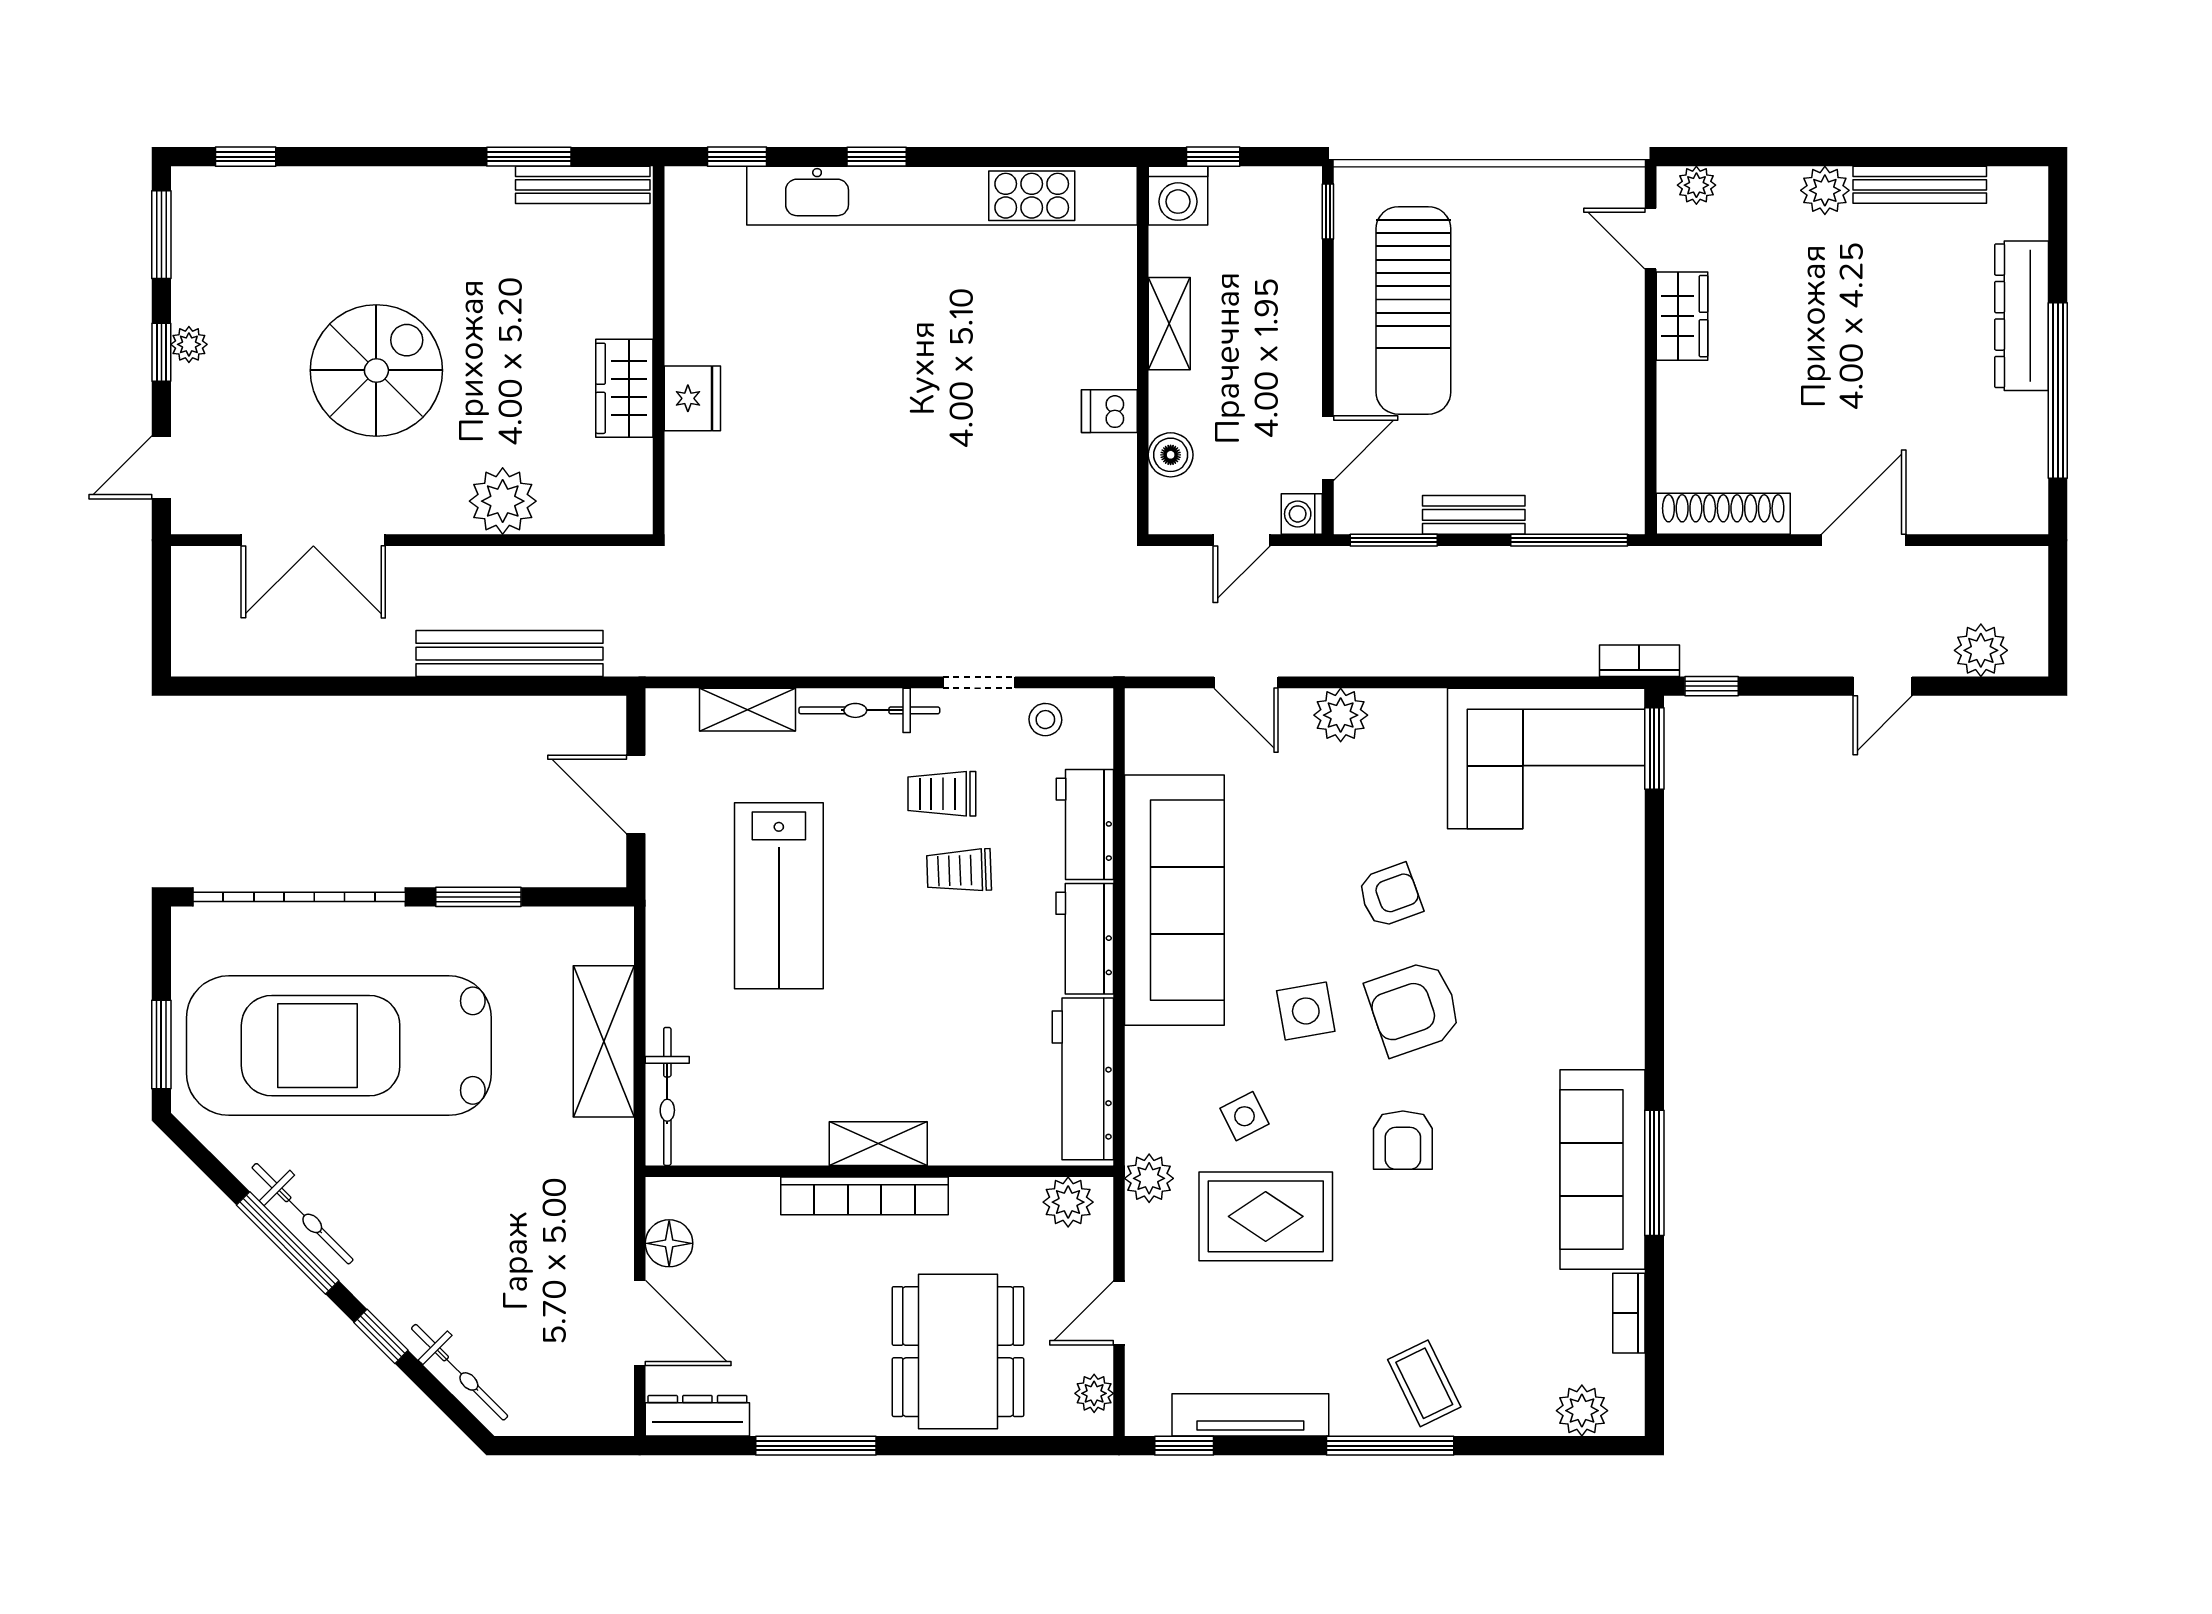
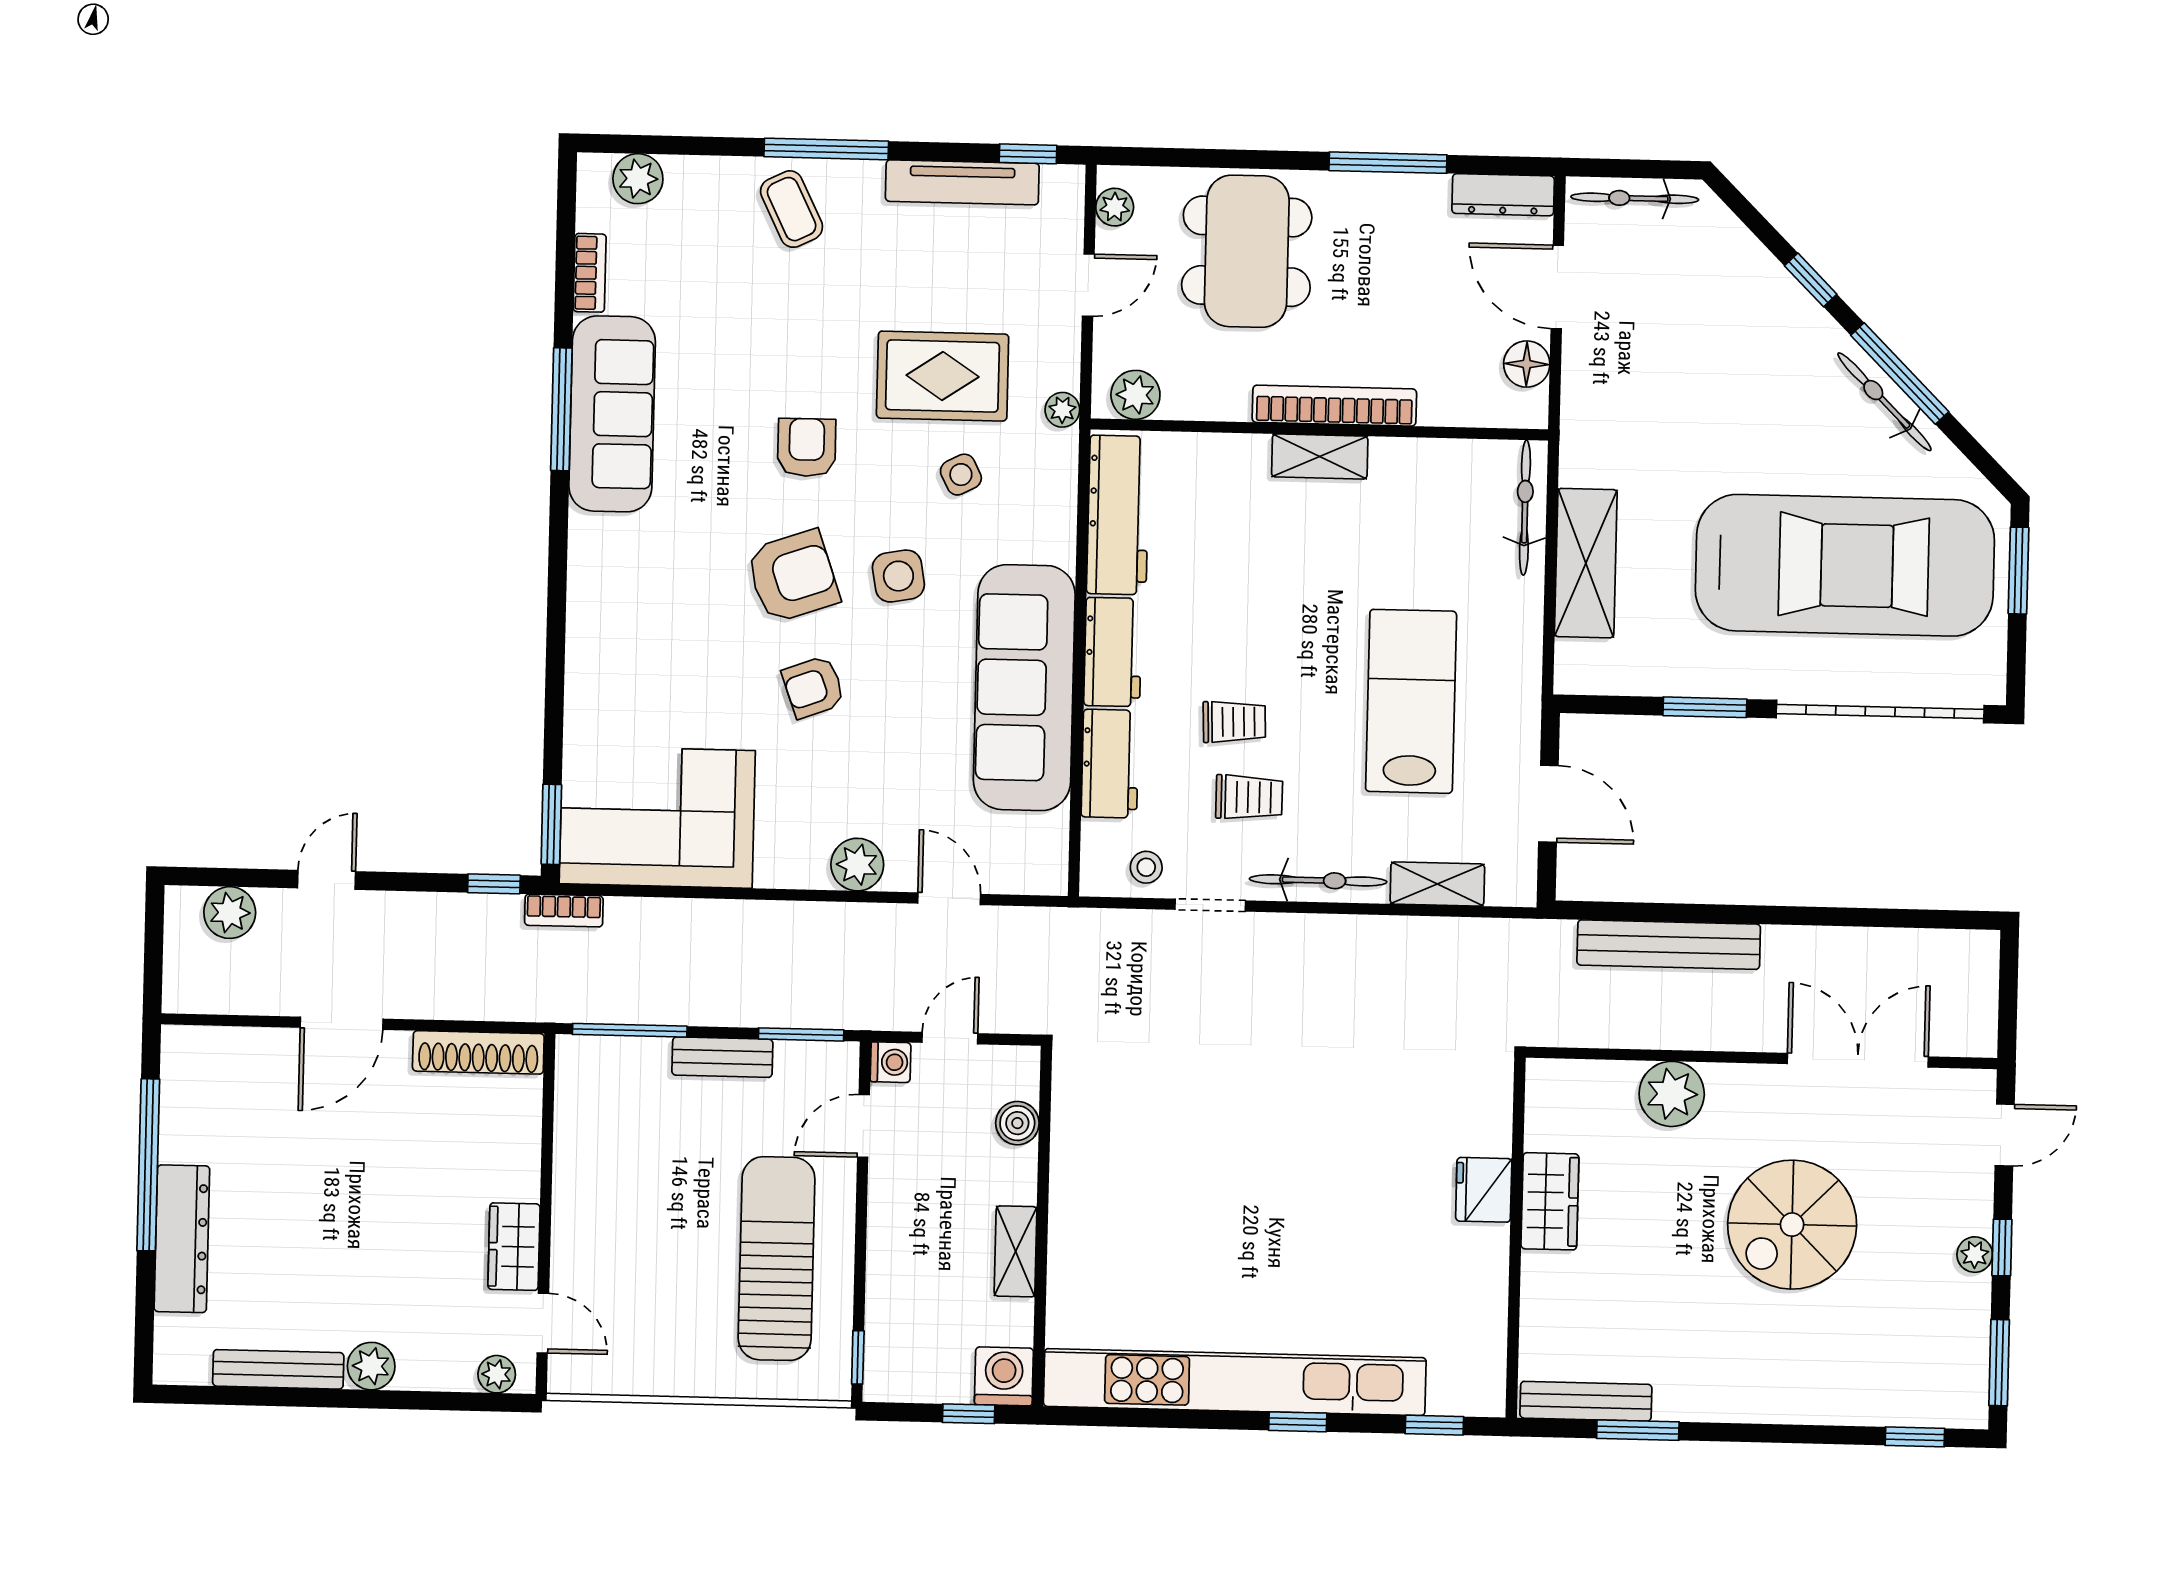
dishwasher: (1109, 411) -> (1076, 1167), removed
plant: (1149, 1178) -> (1062, 410), width x0.73, depth x0.73
bicycle: (460, 1372) -> (1635, 198), moved, turned -45

